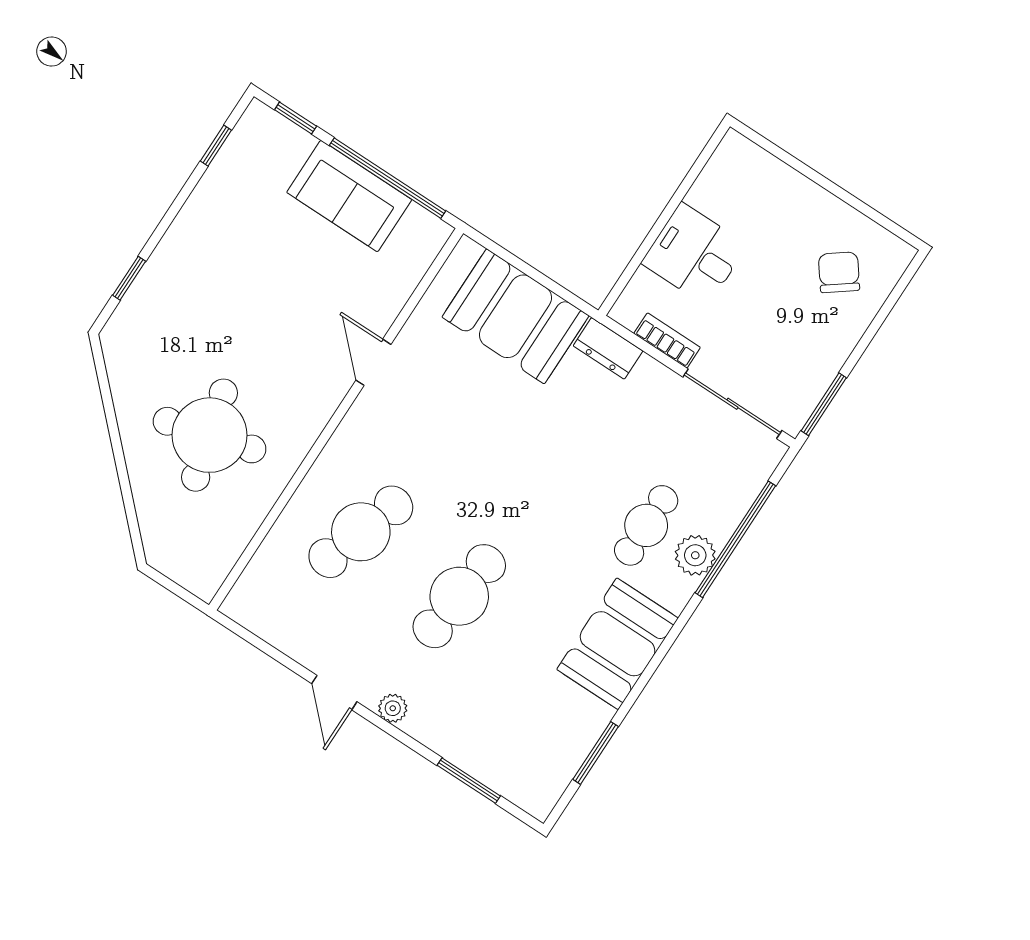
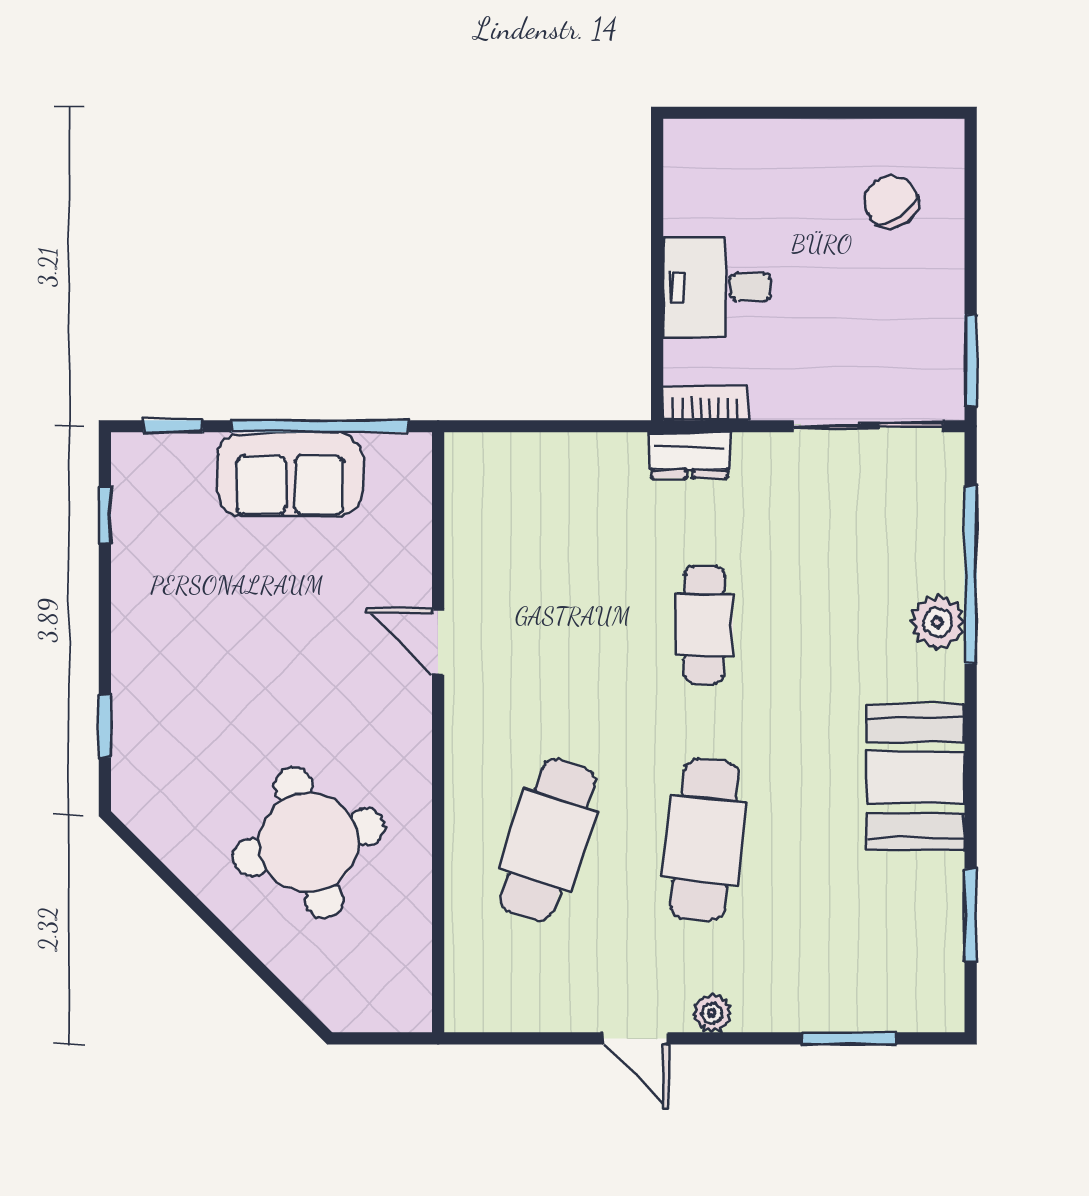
booth: (515, 316) -> (563, 487), removed
bookcase: (667, 340) -> (705, 403), moved
cafe table: (646, 525) -> (704, 625), moved

